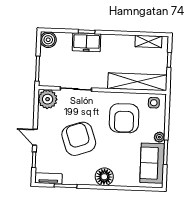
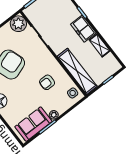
freezer: (87, 42) -> (83, 29), moved
shelving: (148, 42) -> (100, 45), moved
armchair: (124, 118) -> (47, 82), width x0.53, depth x0.53

